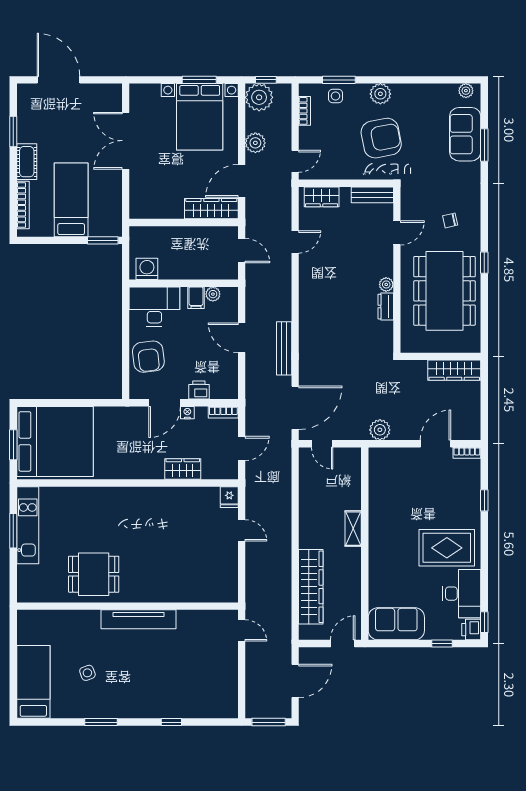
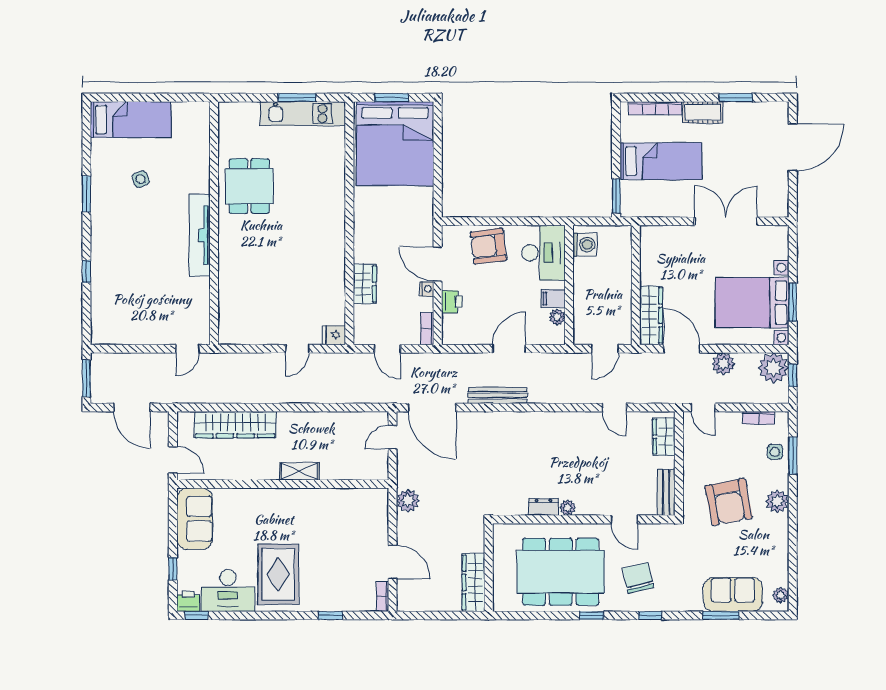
window: (484, 209) -> (650, 615), added
chair: (450, 220) -> (638, 578), width x1.87, depth x1.87

